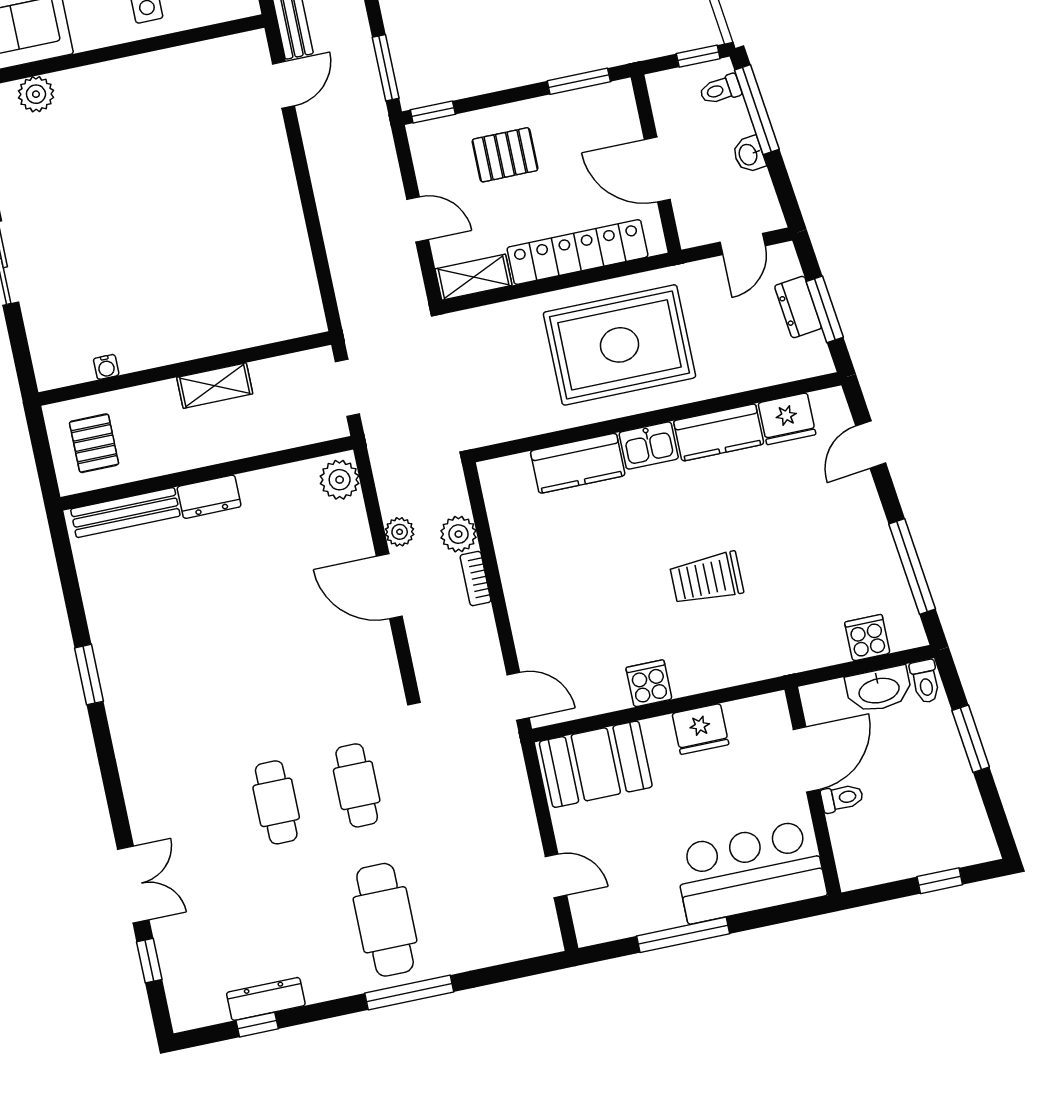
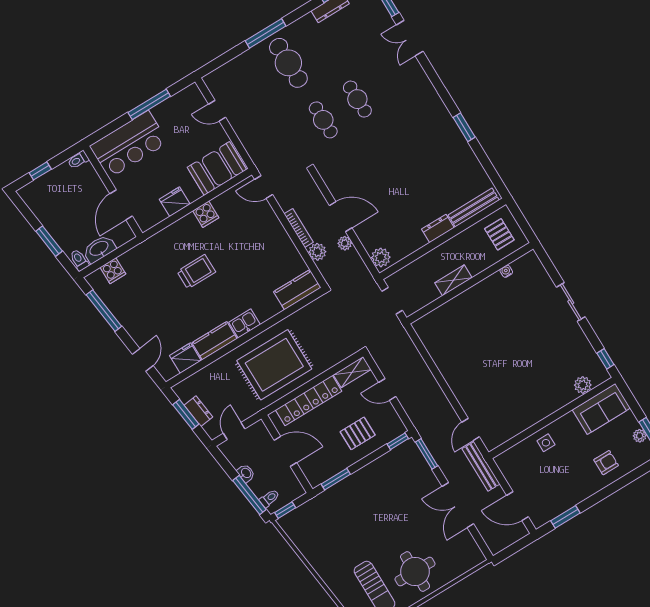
kitchen counter: (578, 463) -> (297, 290), moved
bookcase: (476, 579) -> (299, 228), width x1.56
toilet: (842, 798) -> (78, 160), moved

